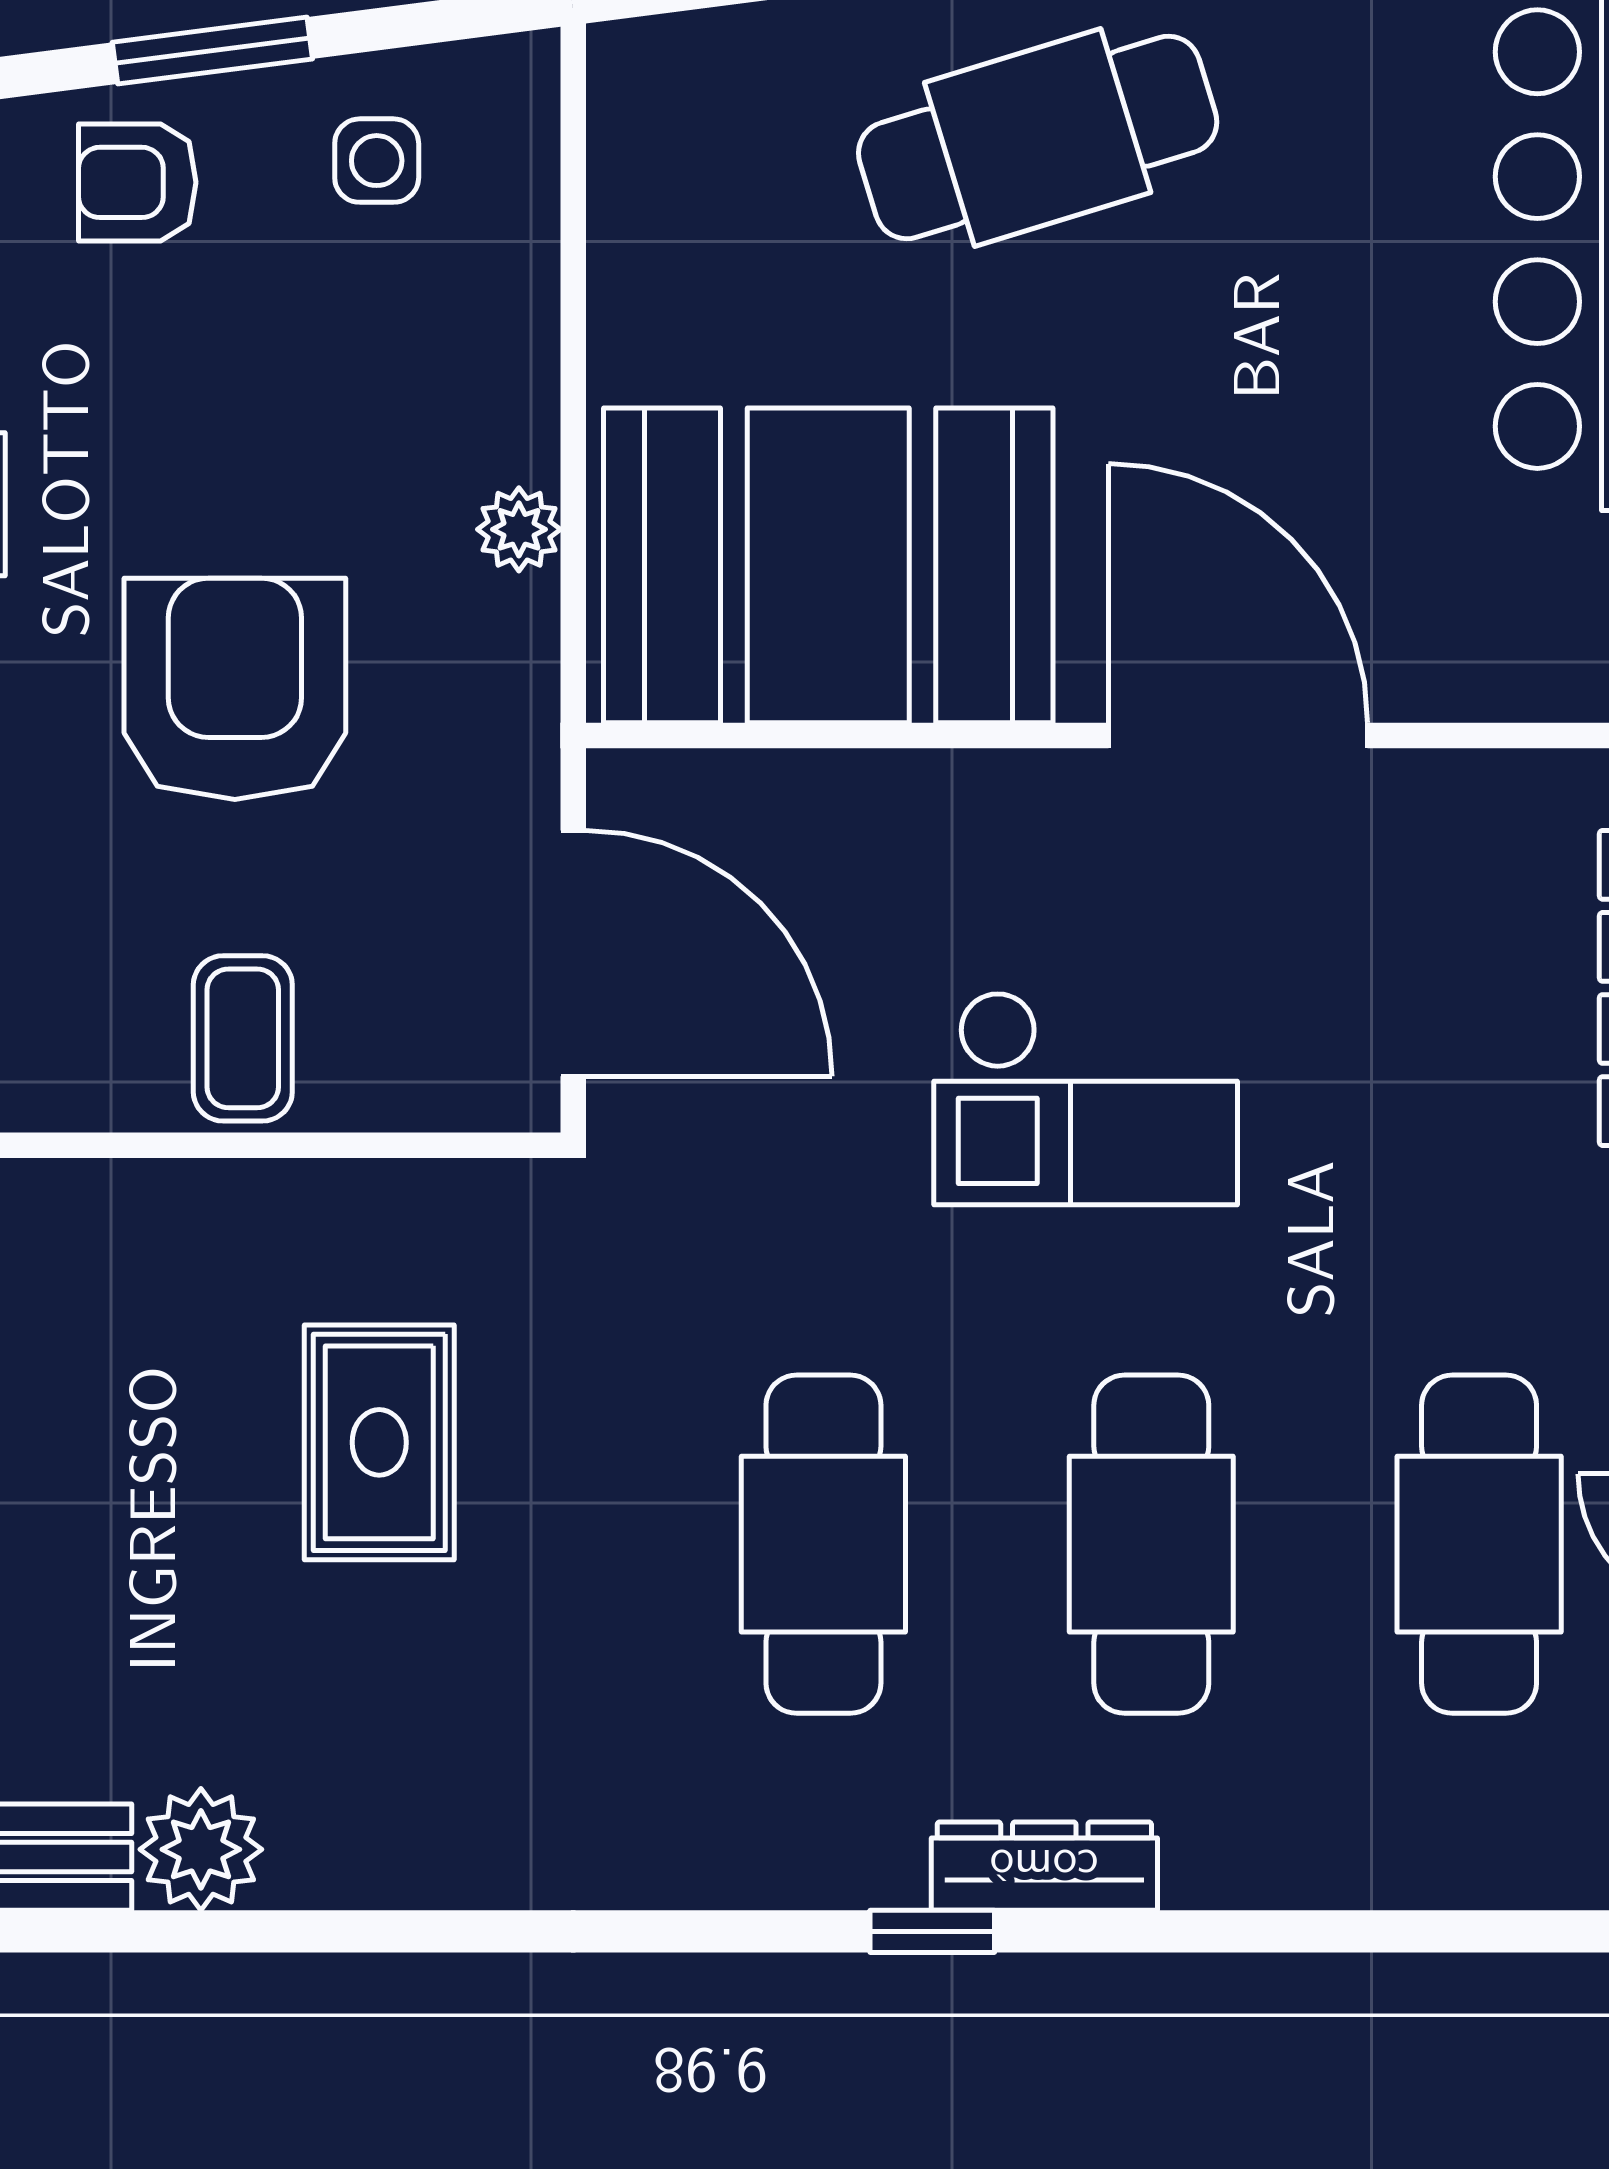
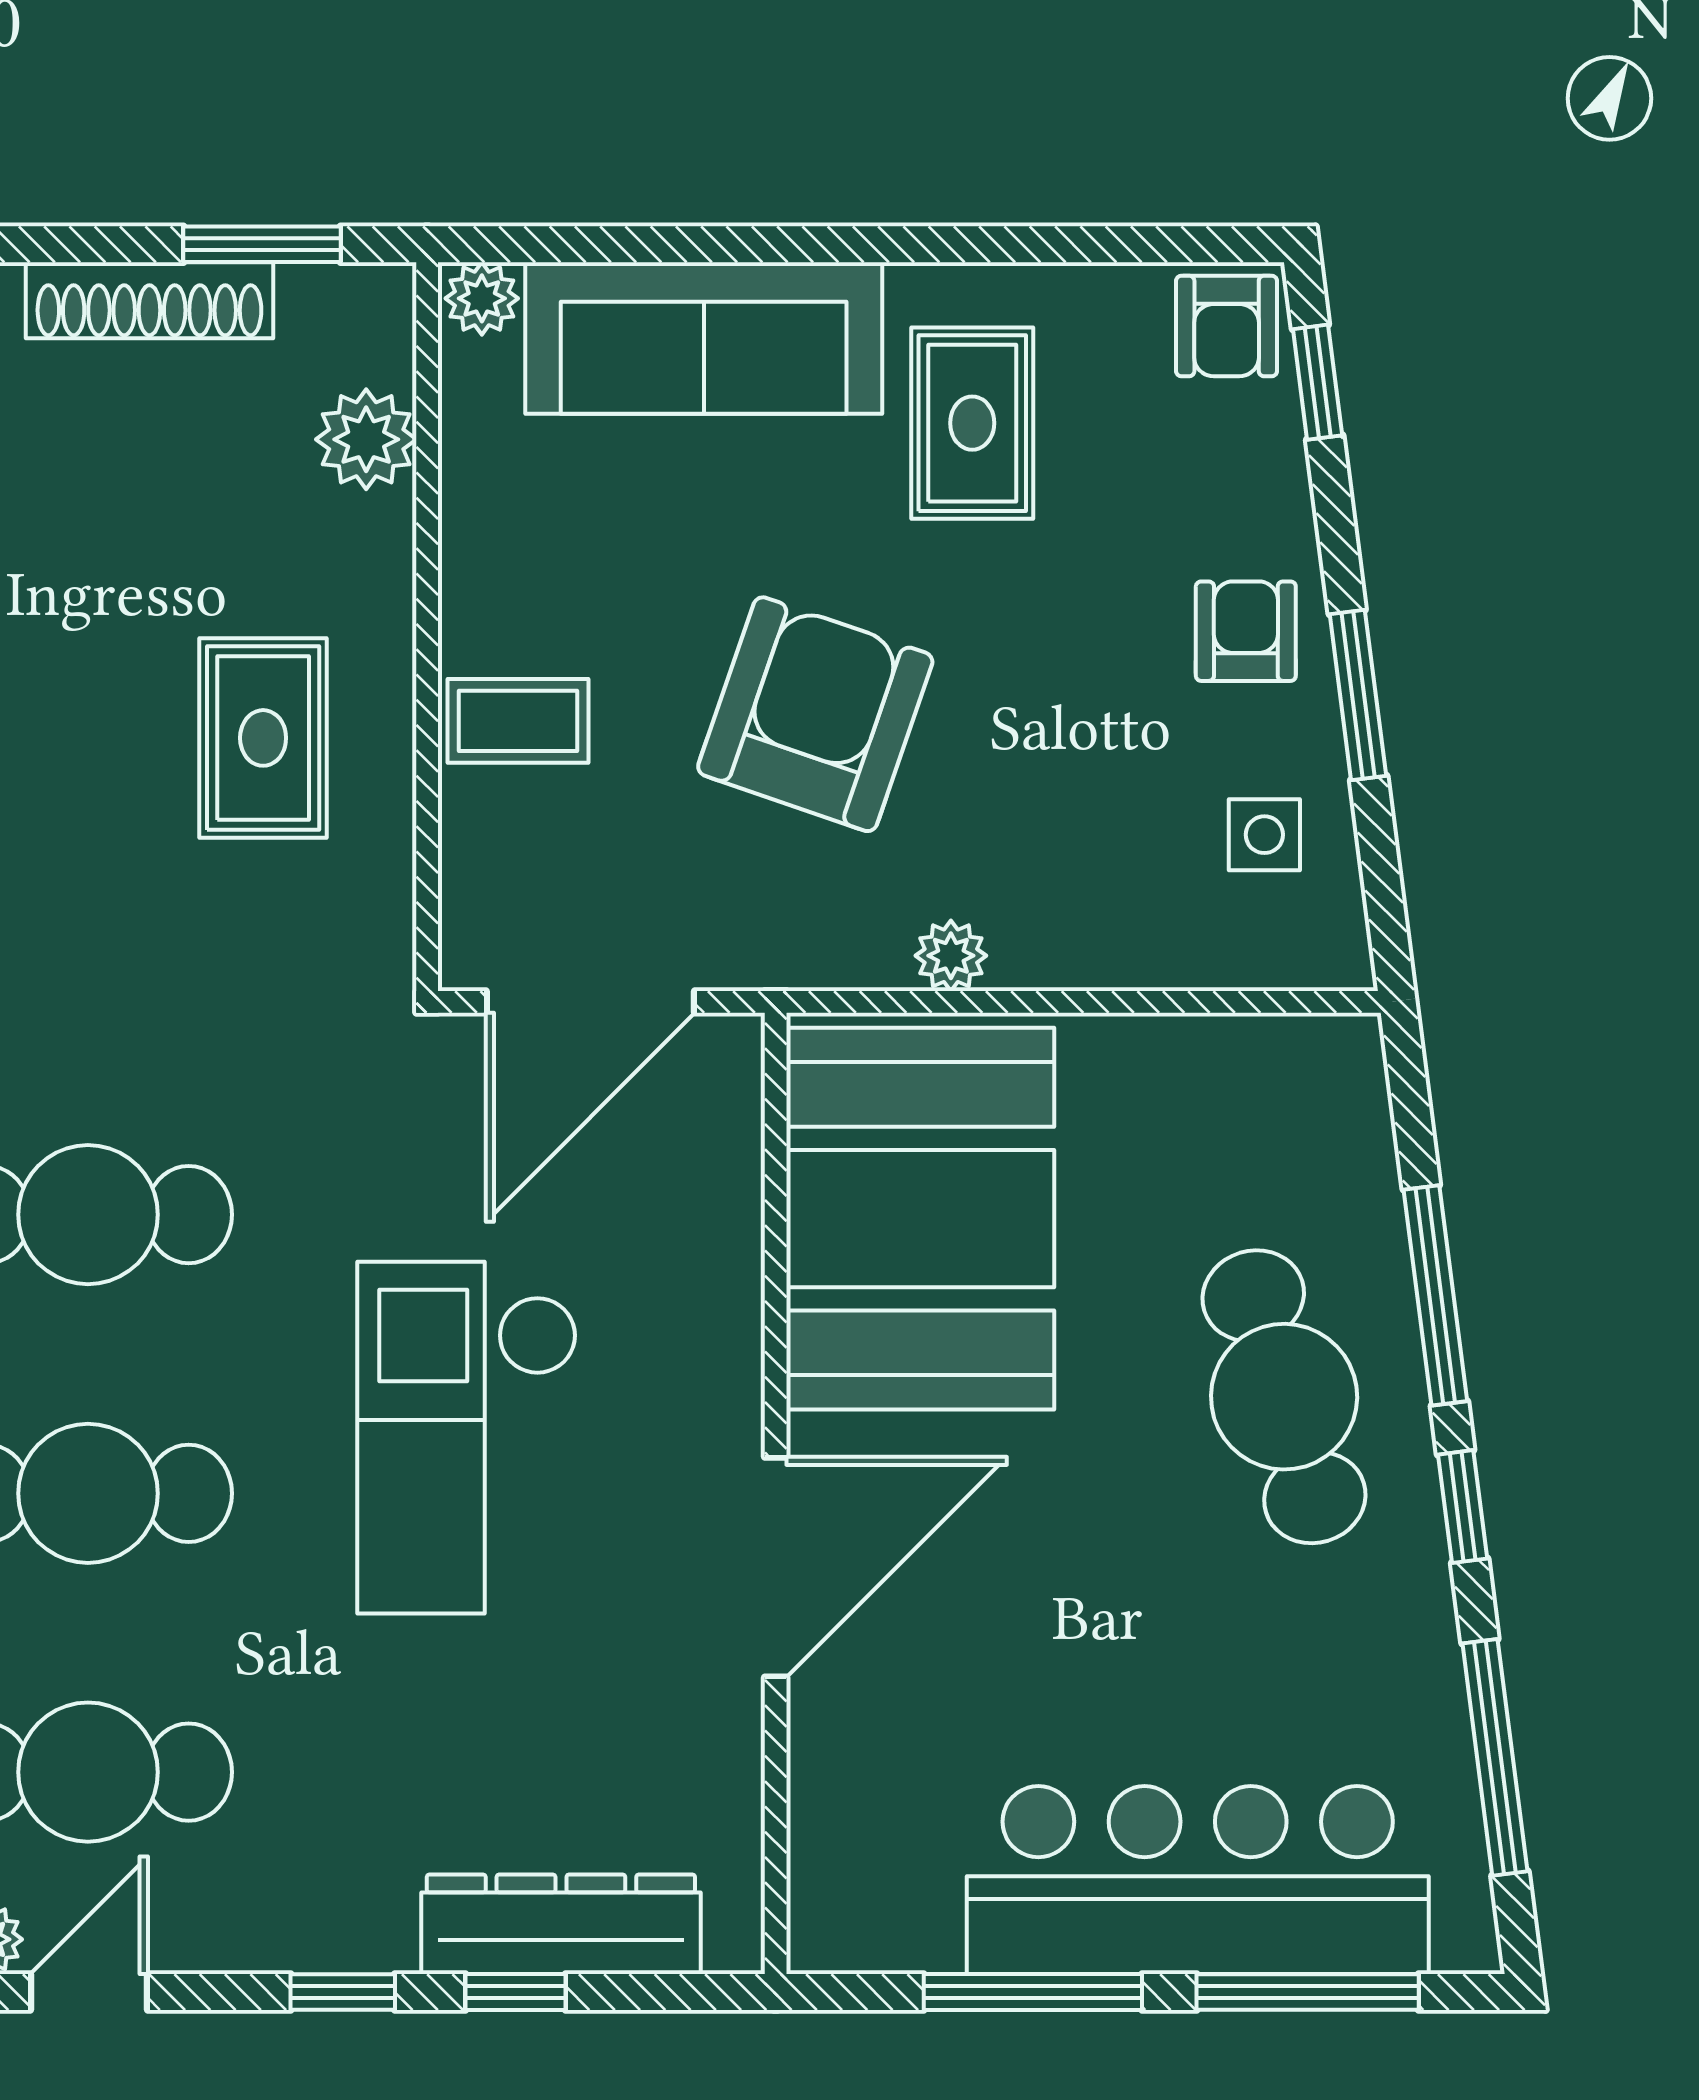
armchair: (235, 689) -> (815, 714), turned -71
checkout: (1086, 1098) -> (467, 1438), width x1.36, depth x1.21
rug: (379, 1442) -> (263, 738), moved, turned 90

